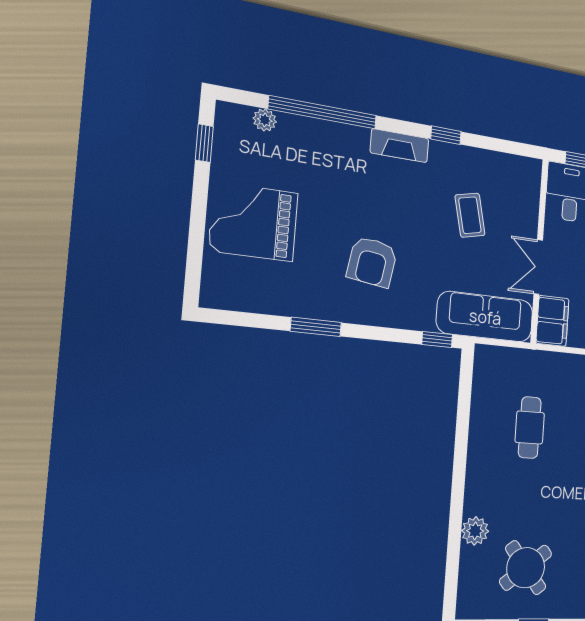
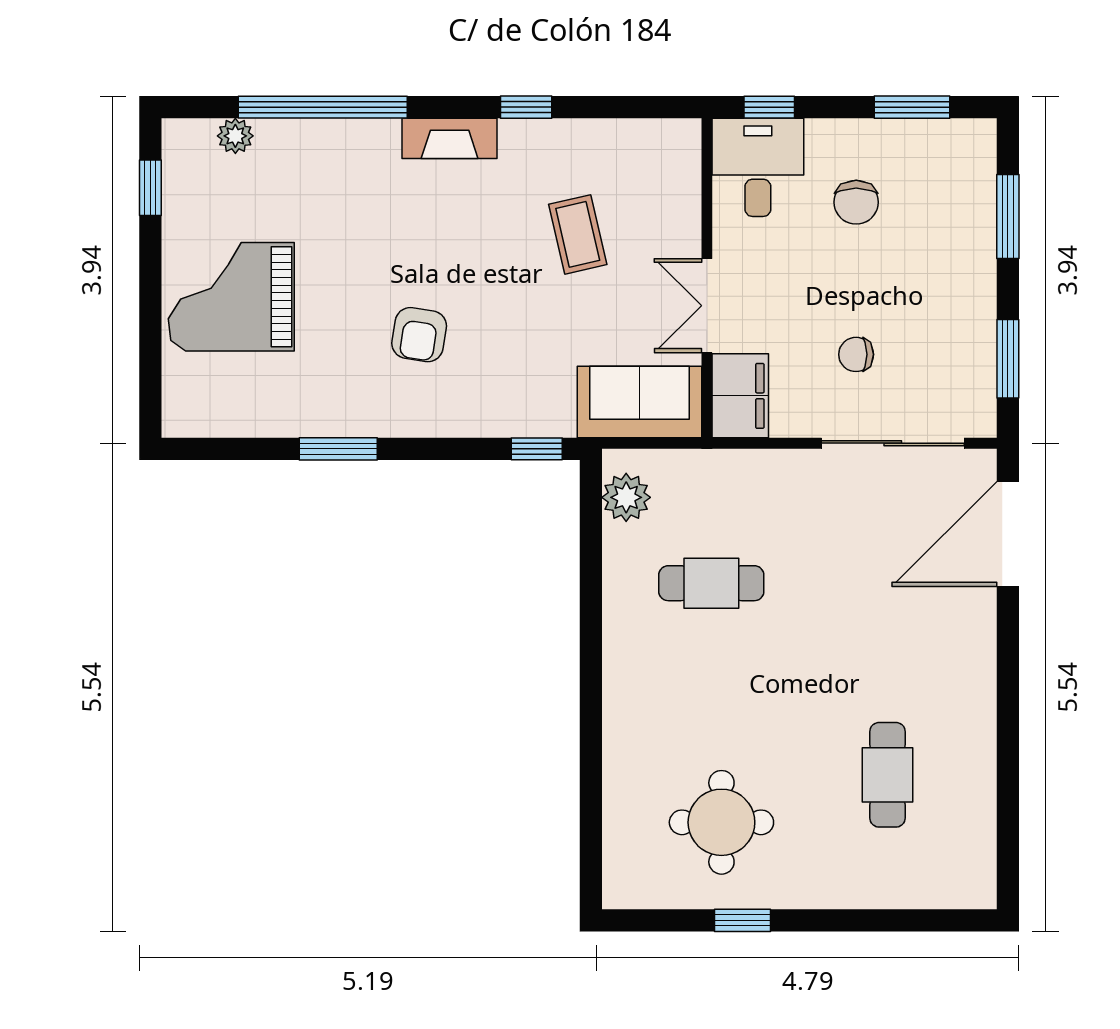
armchair: (372, 262) -> (419, 335), width x0.72, depth x0.72
sofa: (485, 317) -> (640, 402), width x0.73
cafe table: (530, 428) -> (711, 583), turned 90
plant: (475, 531) -> (626, 497), moved
round table: (526, 568) -> (721, 822), turned 38

